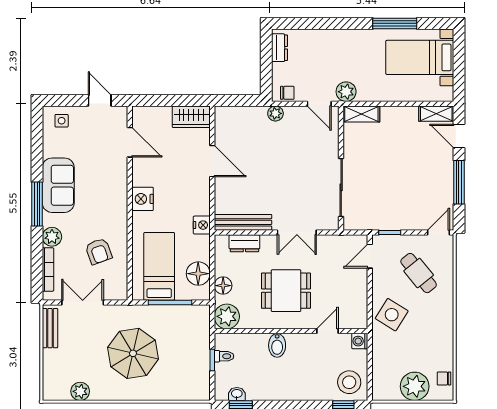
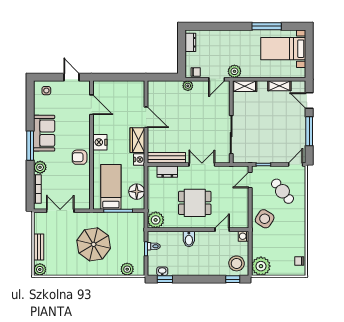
door: (319, 104) -> (217, 79), hinge flipped
shelving: (436, 114) -> (279, 86), moved
wardrobe: (191, 117) -> (137, 140), moved, turned 90
double door: (297, 233) -> (202, 165), swing flipped
armchair: (99, 251) -> (80, 157), moved, turned 110
floor lamp: (223, 286) -> (153, 200), removed
bench: (50, 328) -> (39, 247), moved
plant: (415, 386) -> (261, 266), moved
plant: (80, 391) -> (40, 269), moved
plant: (184, 391) -> (127, 269), added

